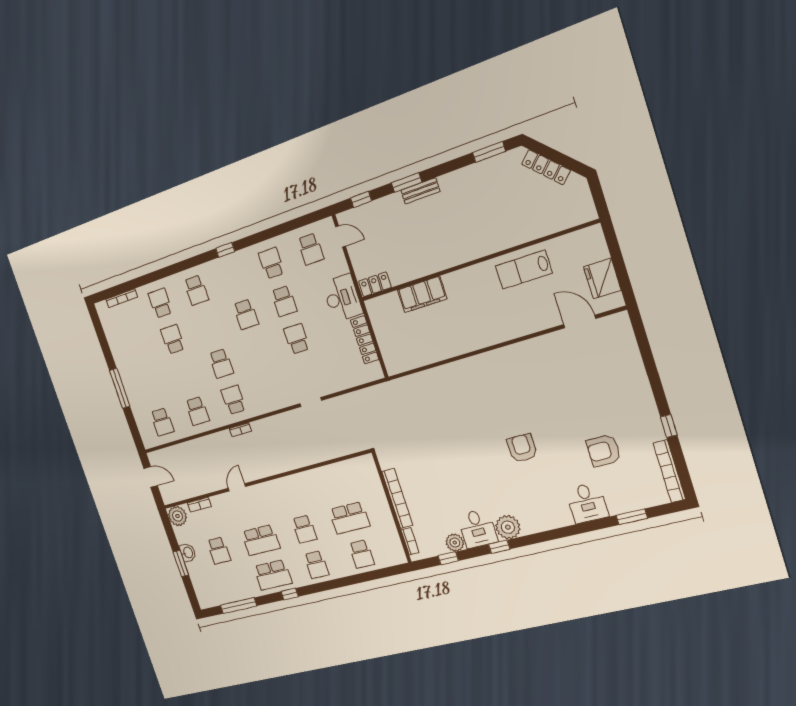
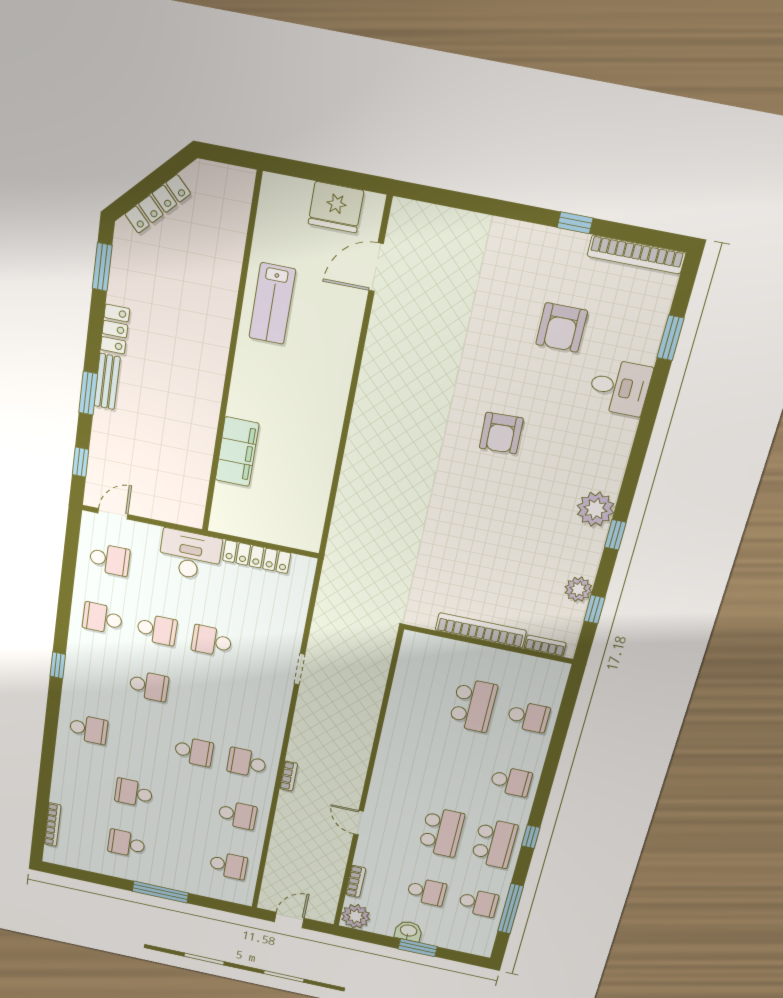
locker: (375, 284) -> (115, 329), moved, turned 180
school desk: (160, 303) -> (126, 844), moved
armchair: (522, 448) -> (501, 433), turned -92
school desk: (304, 529) -> (478, 903), moved
desk: (477, 529) -> (576, 550), removed

